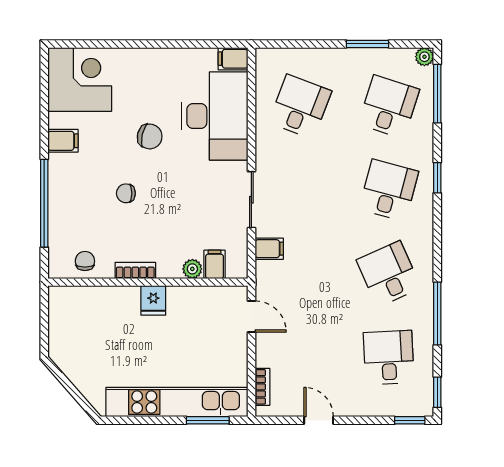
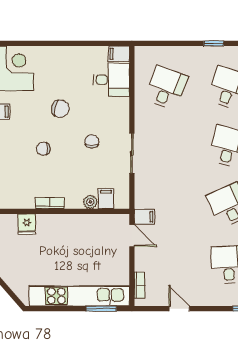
window: (368, 44) -> (214, 43), width x0.67
desk: (215, 116) -> (111, 80), width x0.53, depth x0.77
filing cabinet: (269, 249) -> (144, 217), moved
chair: (85, 261) -> (92, 141), moved
fridge: (153, 300) -> (27, 224), moved

